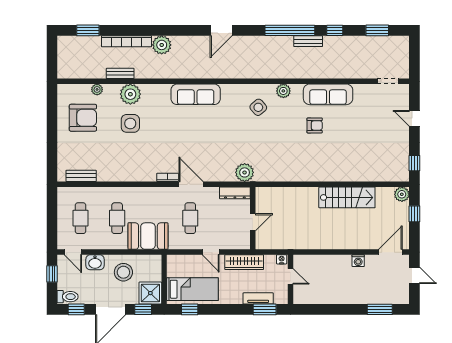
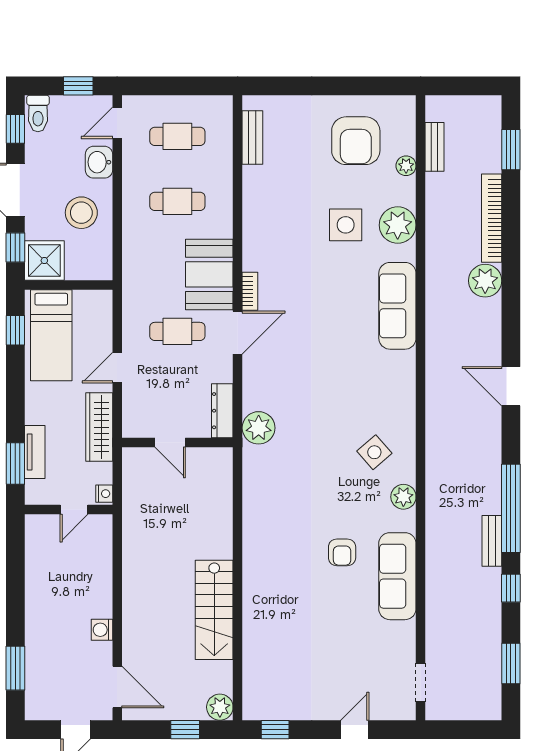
bench: (120, 73) -> (435, 147), moved
sofa: (196, 94) -> (397, 306), moved
booth: (148, 236) -> (209, 274), moved

